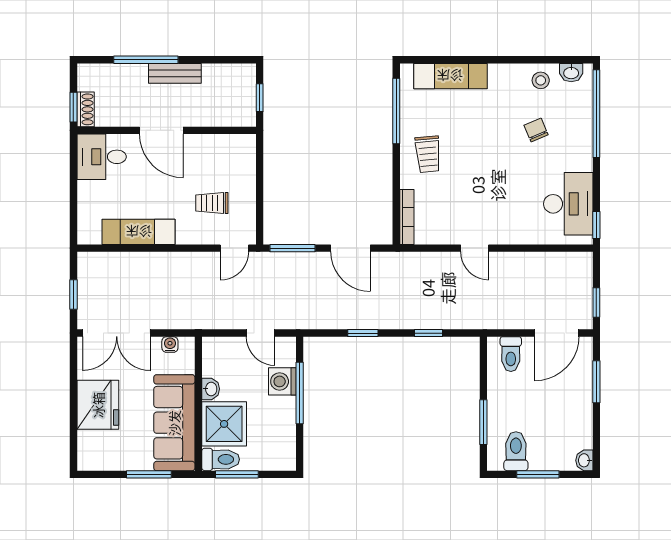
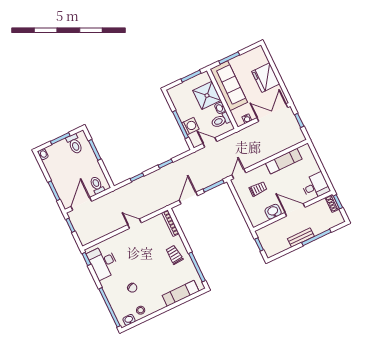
washbasin: (204, 147) -> (273, 212), added
door: (351, 248) -> (188, 198), hinge flipped
toilet: (221, 459) -> (221, 120), moved

